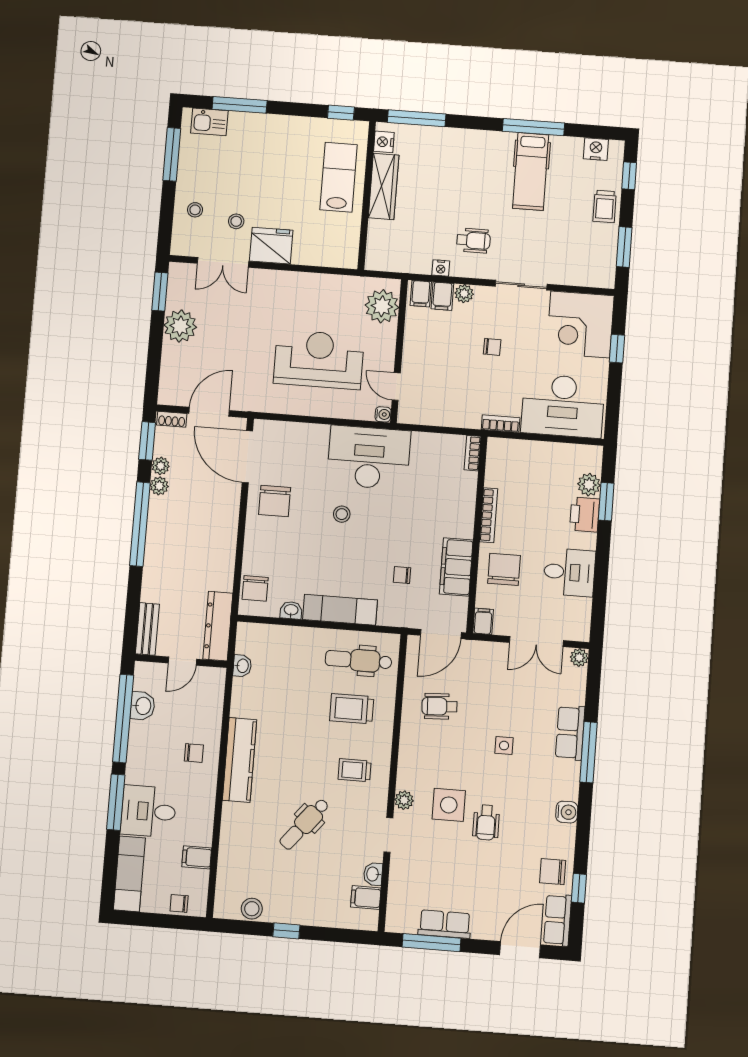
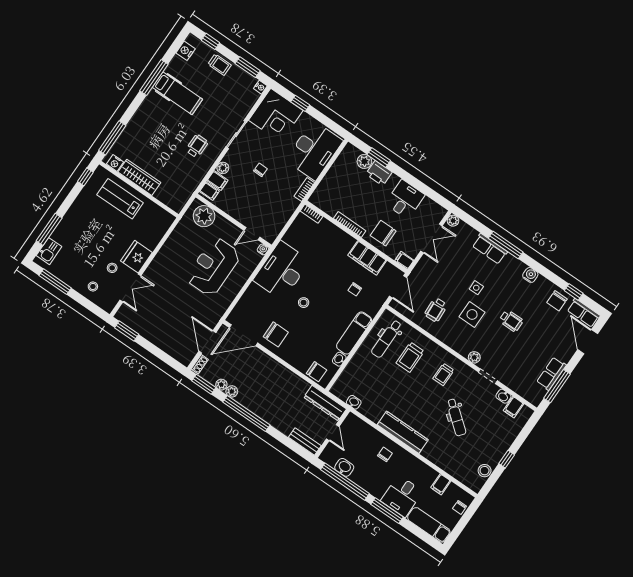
nightstand: (441, 268) -> (260, 87), moved
plant: (180, 326) -> (152, 331), removed
side table: (449, 805) -> (472, 314), moved

